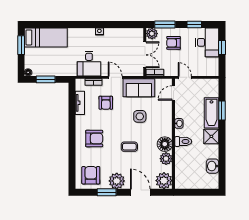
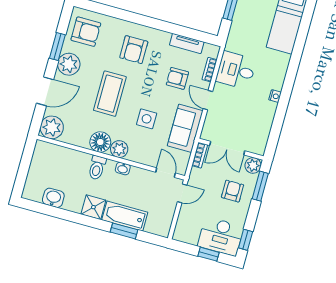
window: (194, 25) -> (246, 240), moved
door: (115, 77) -> (208, 100), swing flipped
coffee table: (129, 147) -> (110, 94), width x1.86, depth x1.72
plant: (166, 159) -> (119, 149), moved

